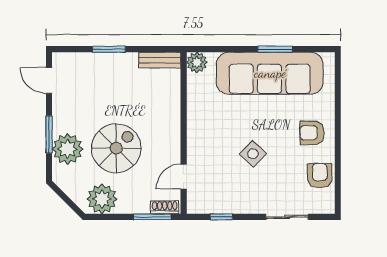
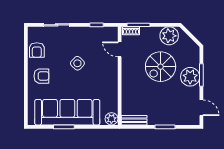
plant: (68, 149) -> (190, 77), moved
door: (184, 177) -> (120, 49), swing flipped

